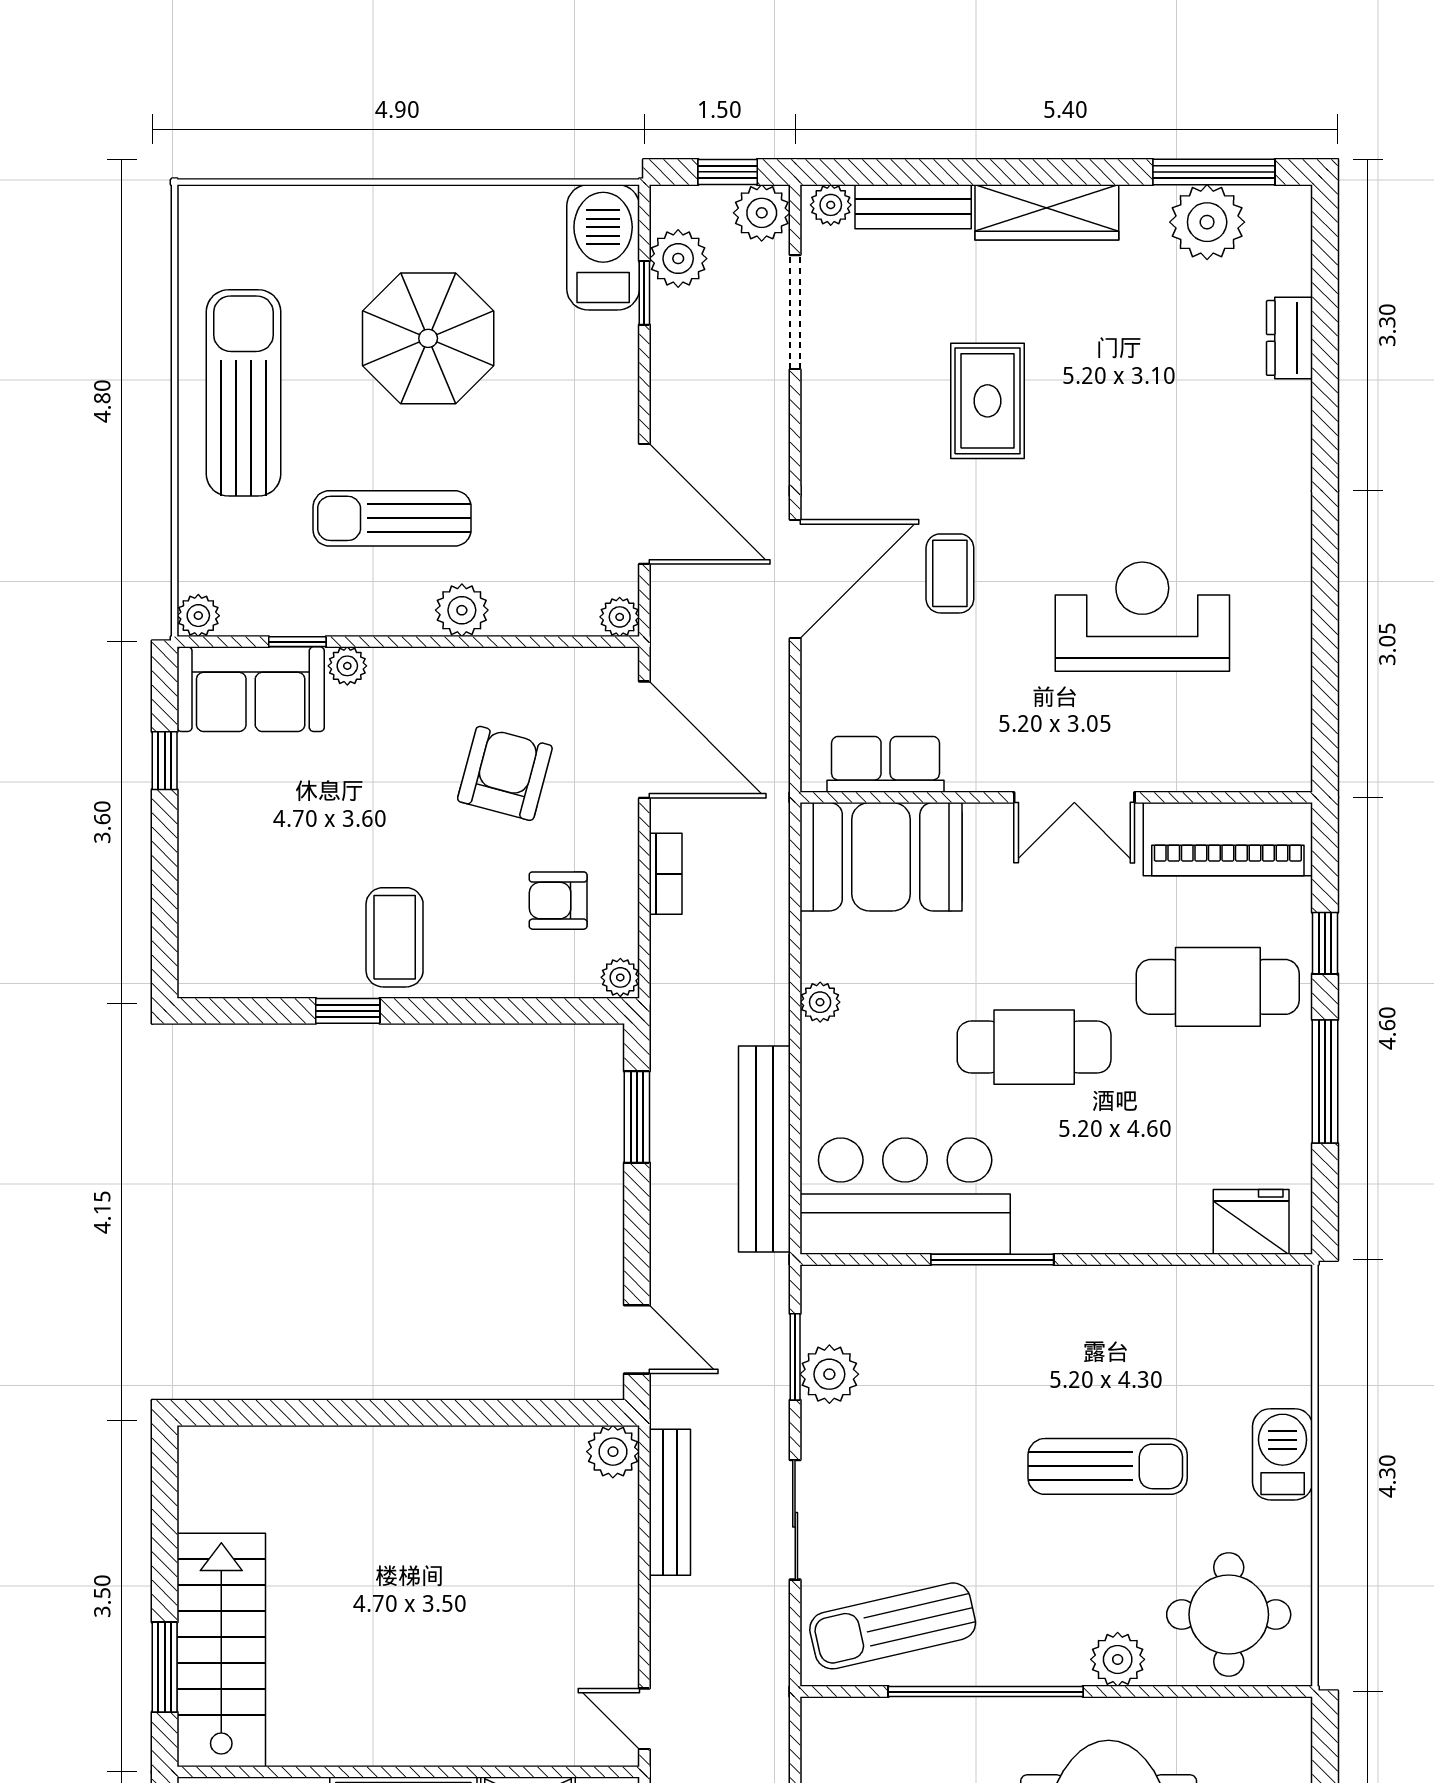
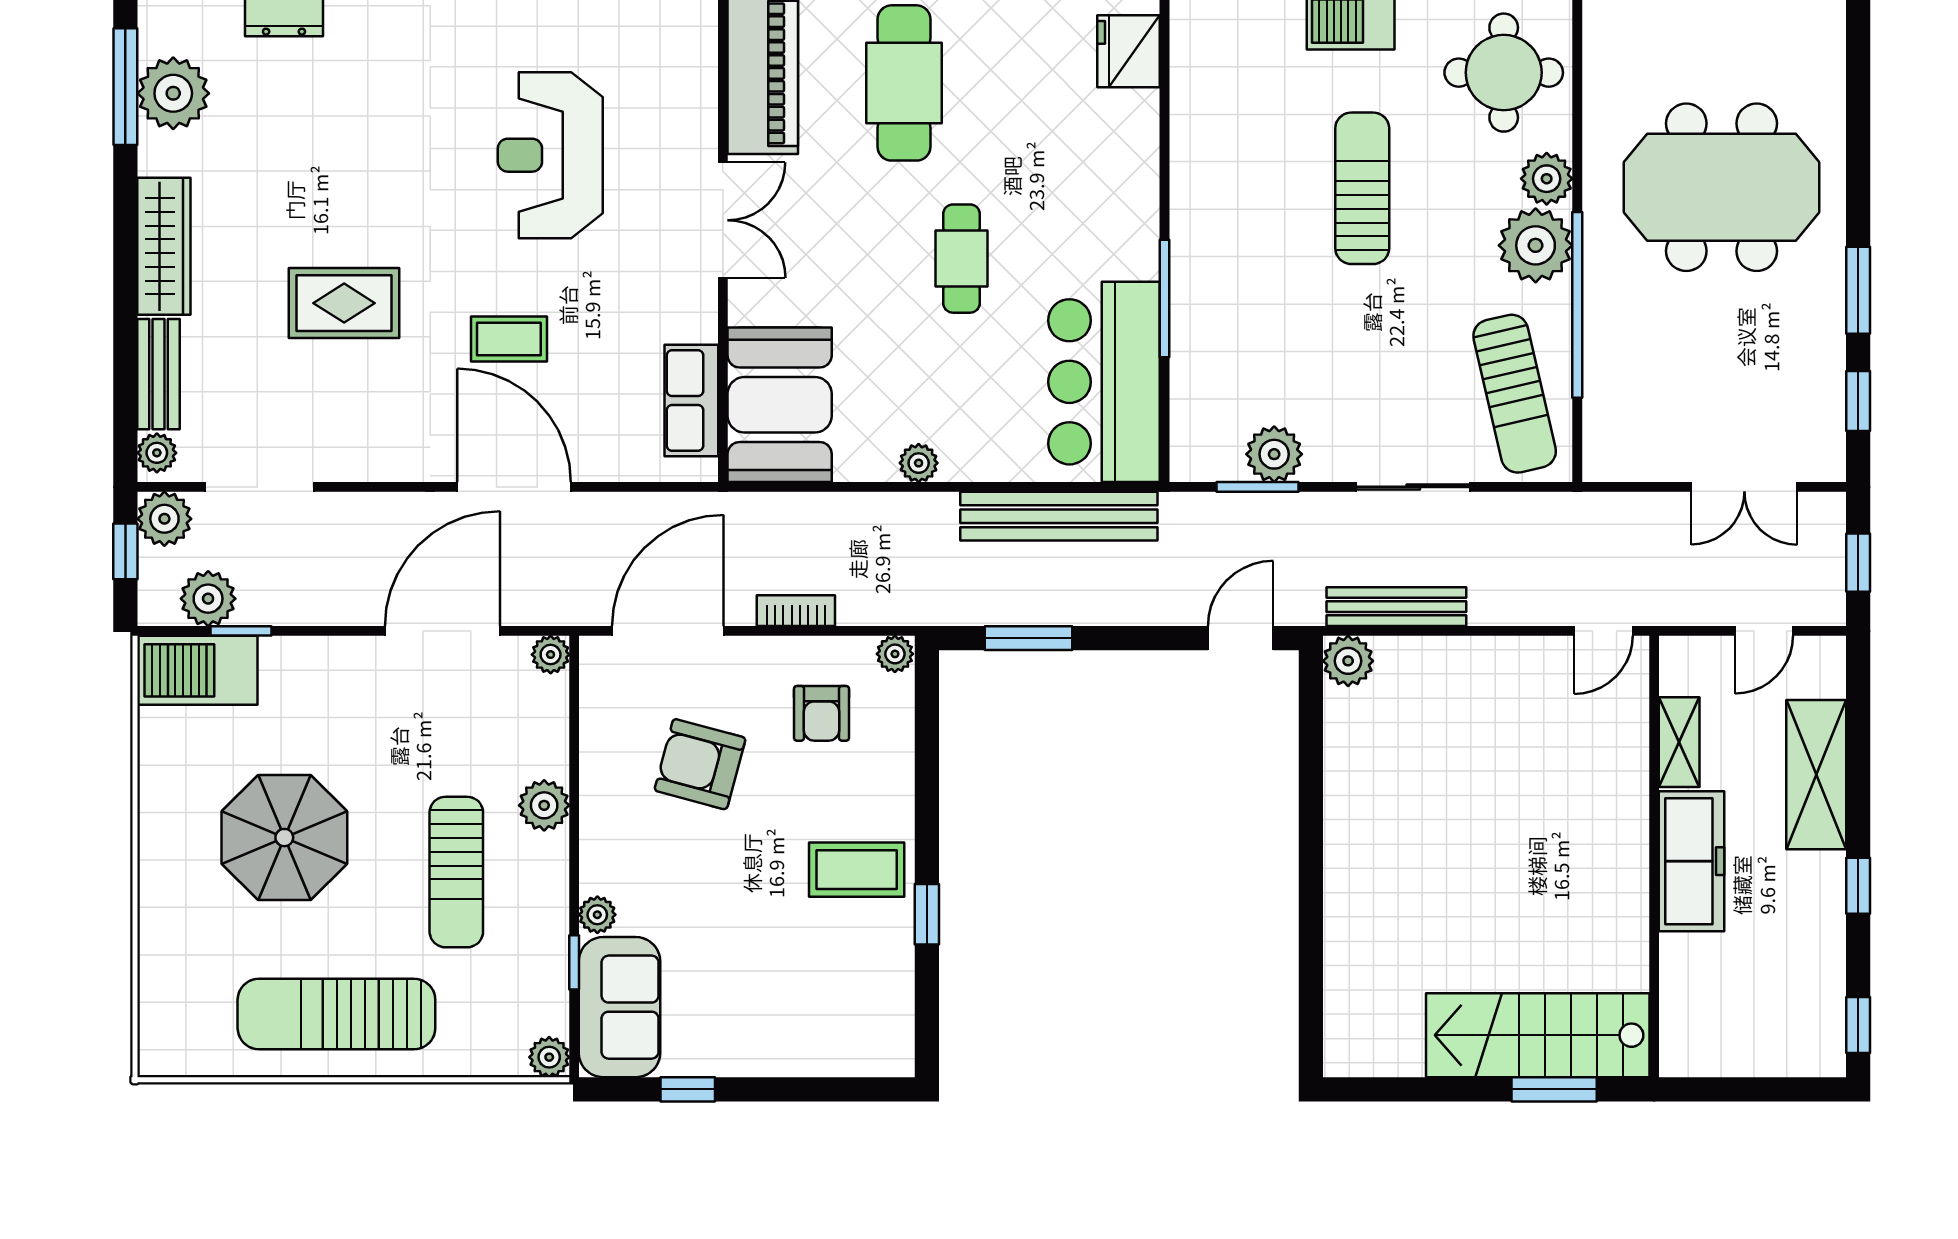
cafe table: (1034, 1047) -> (961, 259), width x0.73, depth x0.74
plant: (1048, 1648) -> (1536, 245), added

